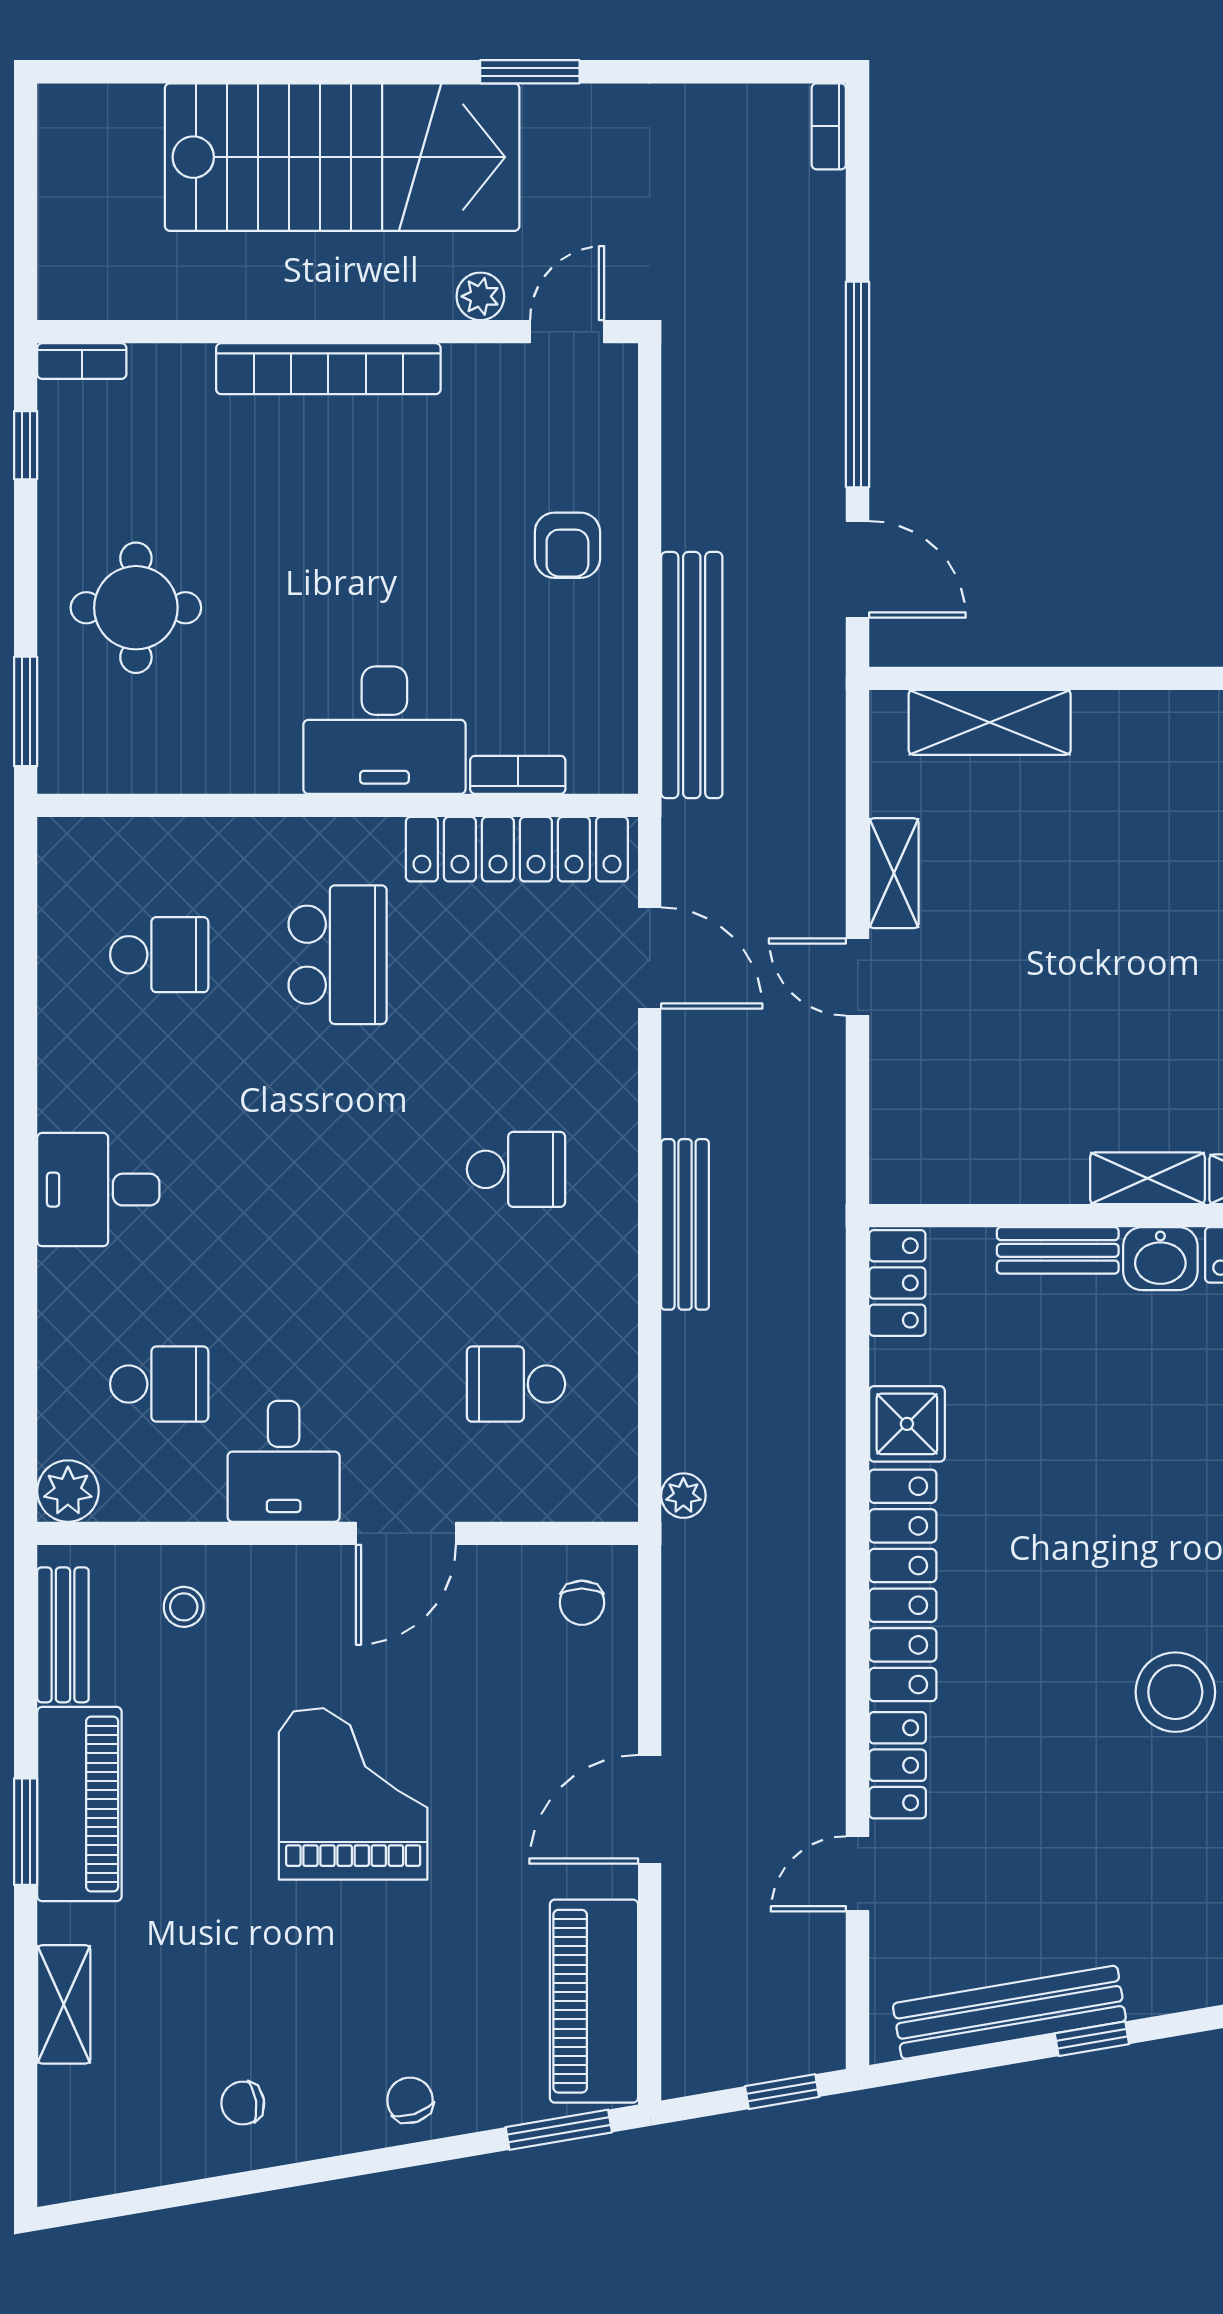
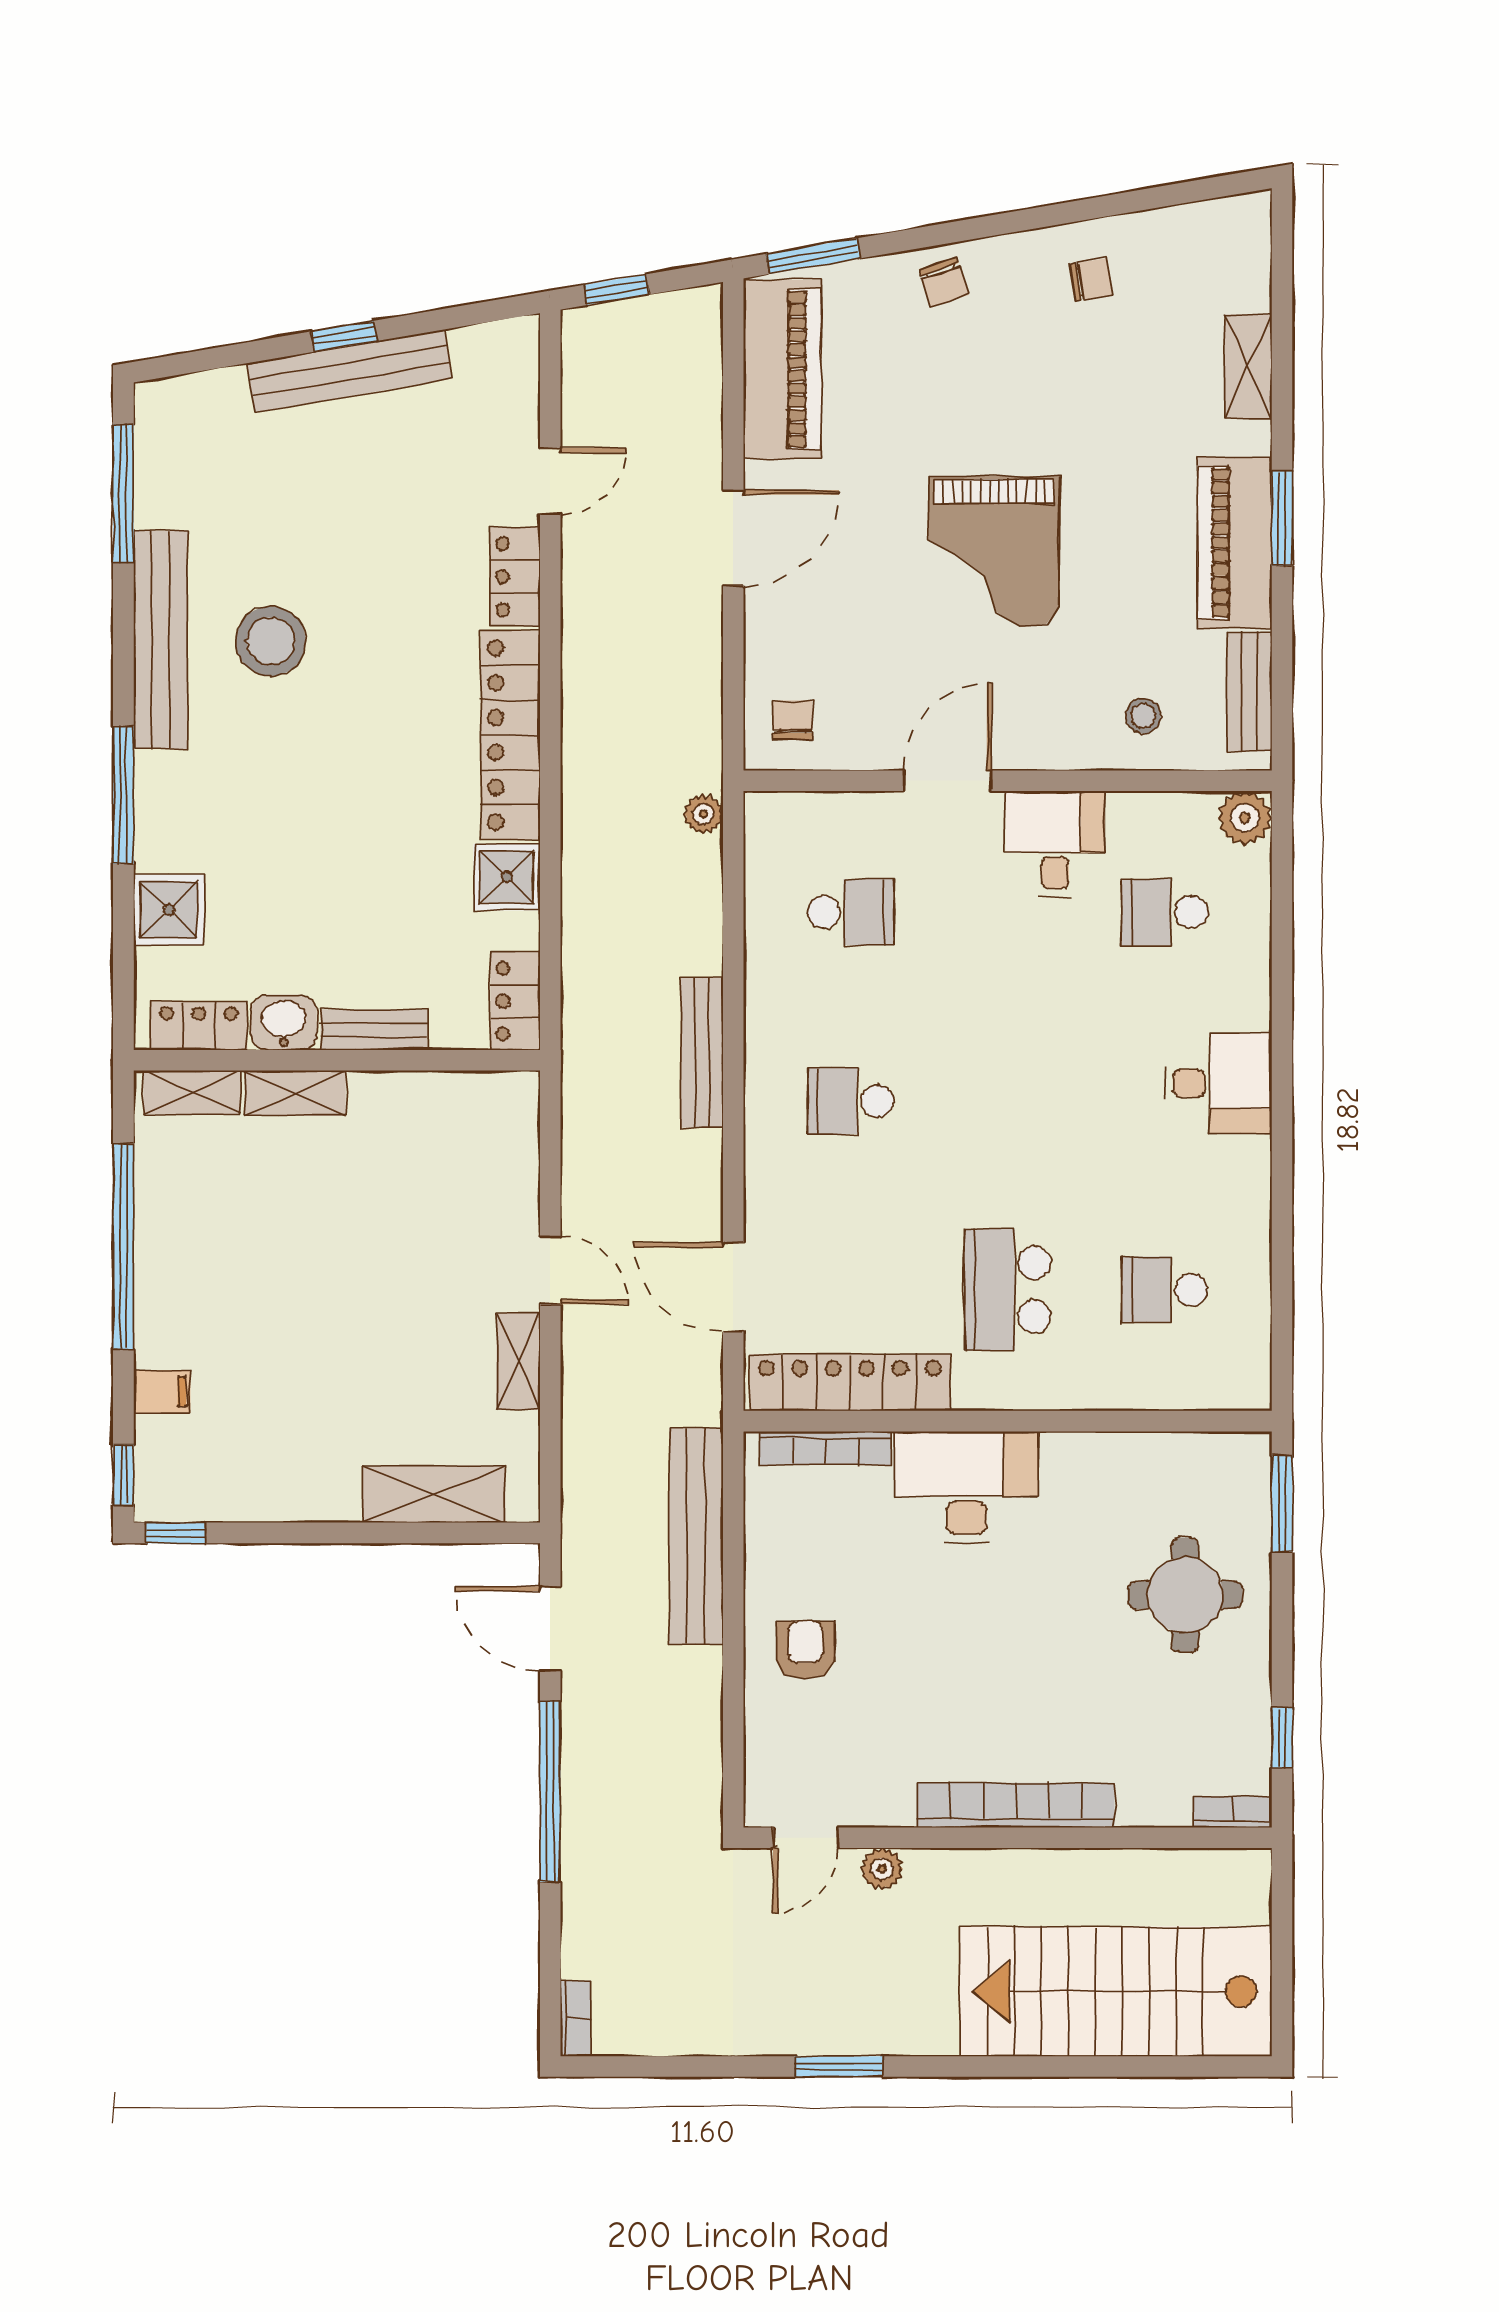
stairs: (342, 157) -> (1116, 1991), moved
bookcase: (518, 775) -> (826, 1448), width x1.56
bench: (1009, 2012) -> (349, 371), moved

